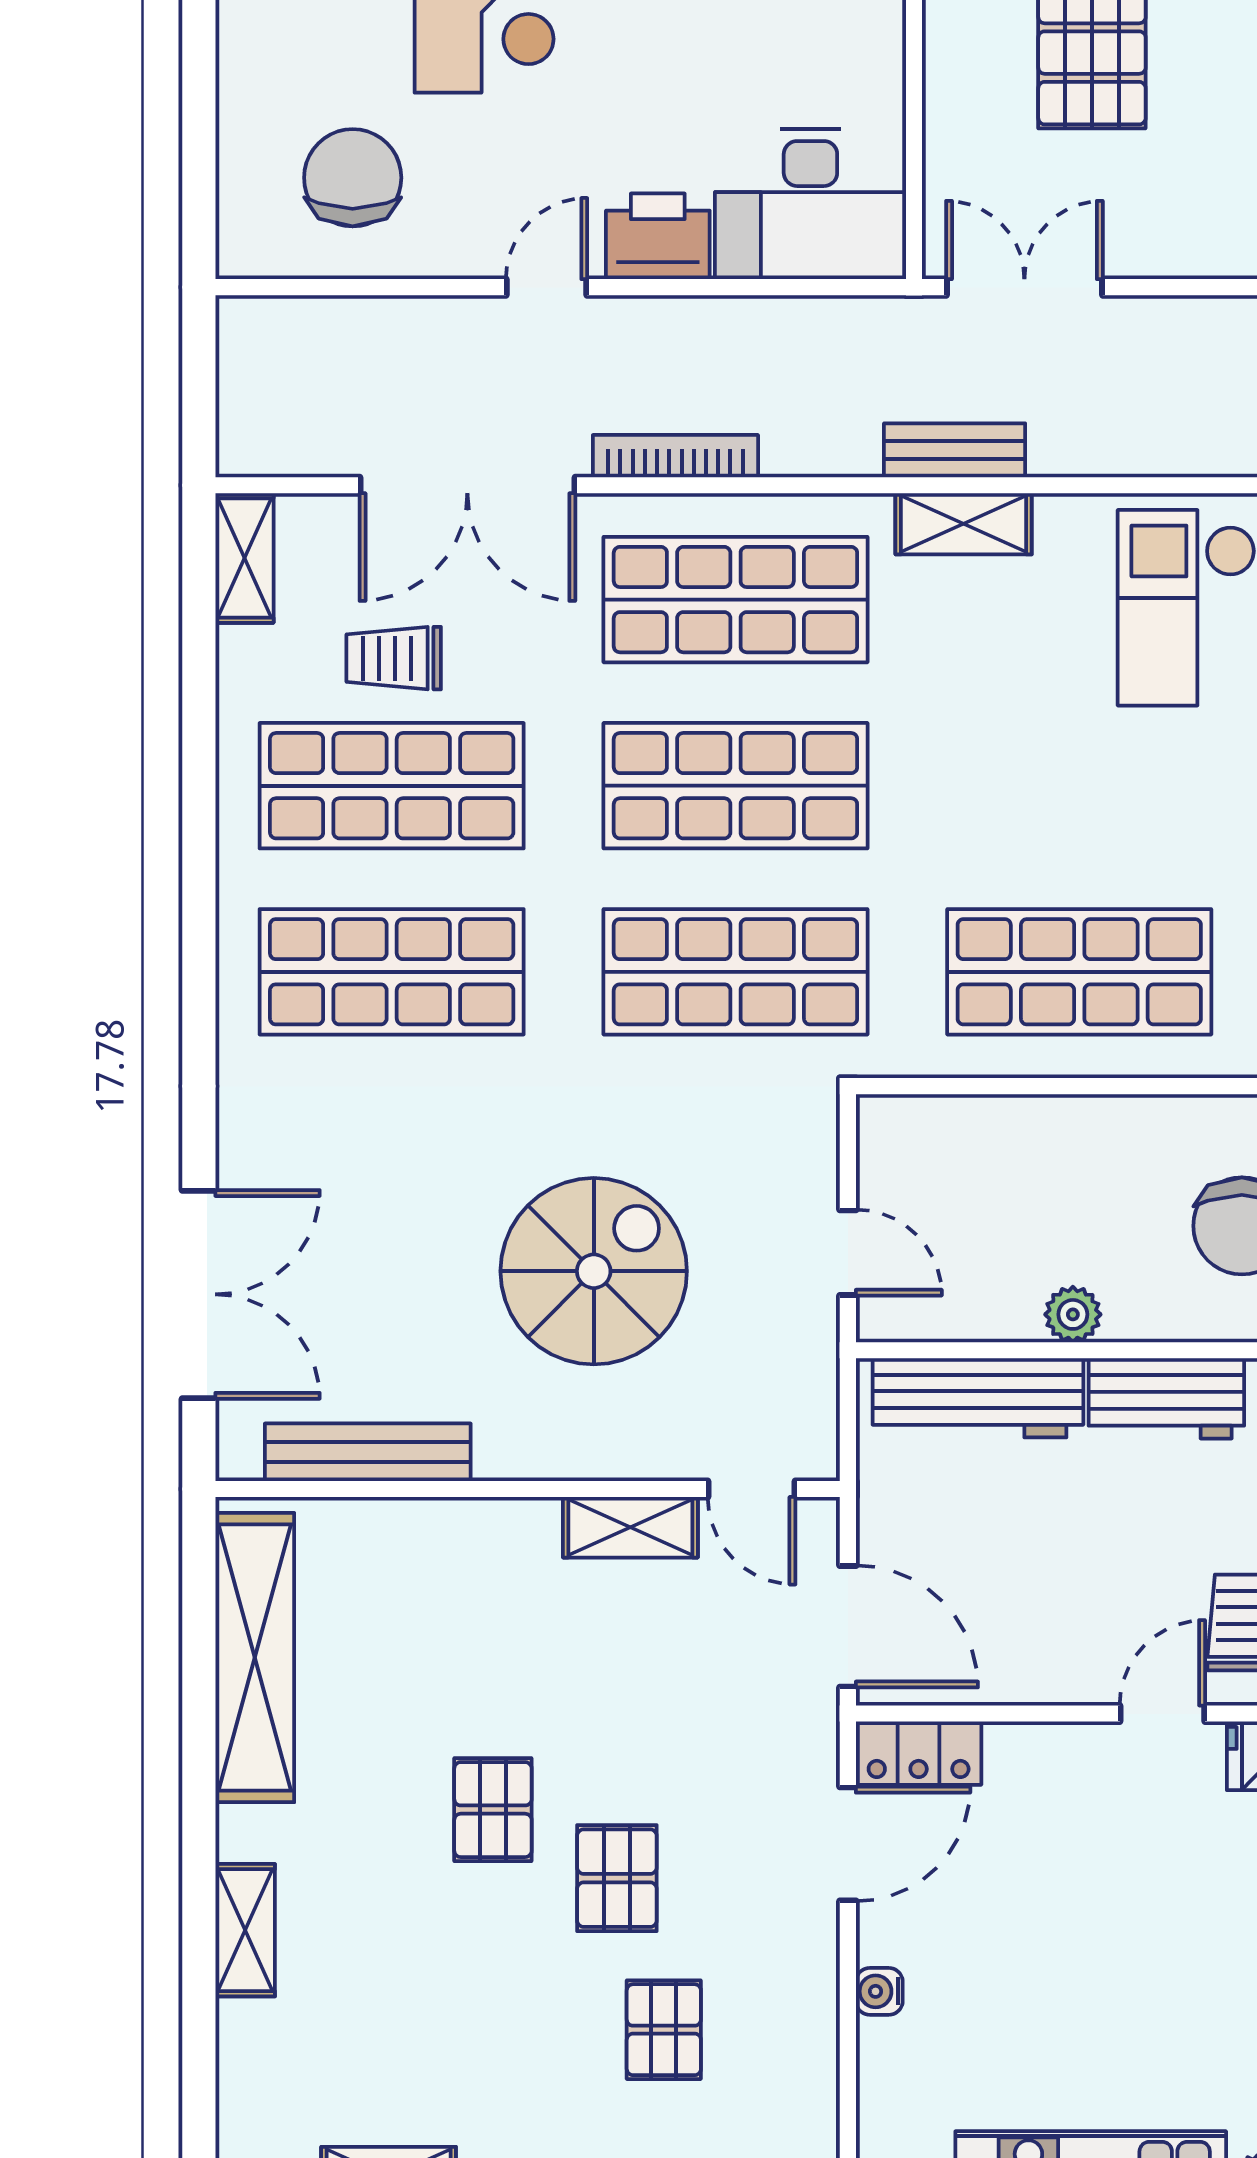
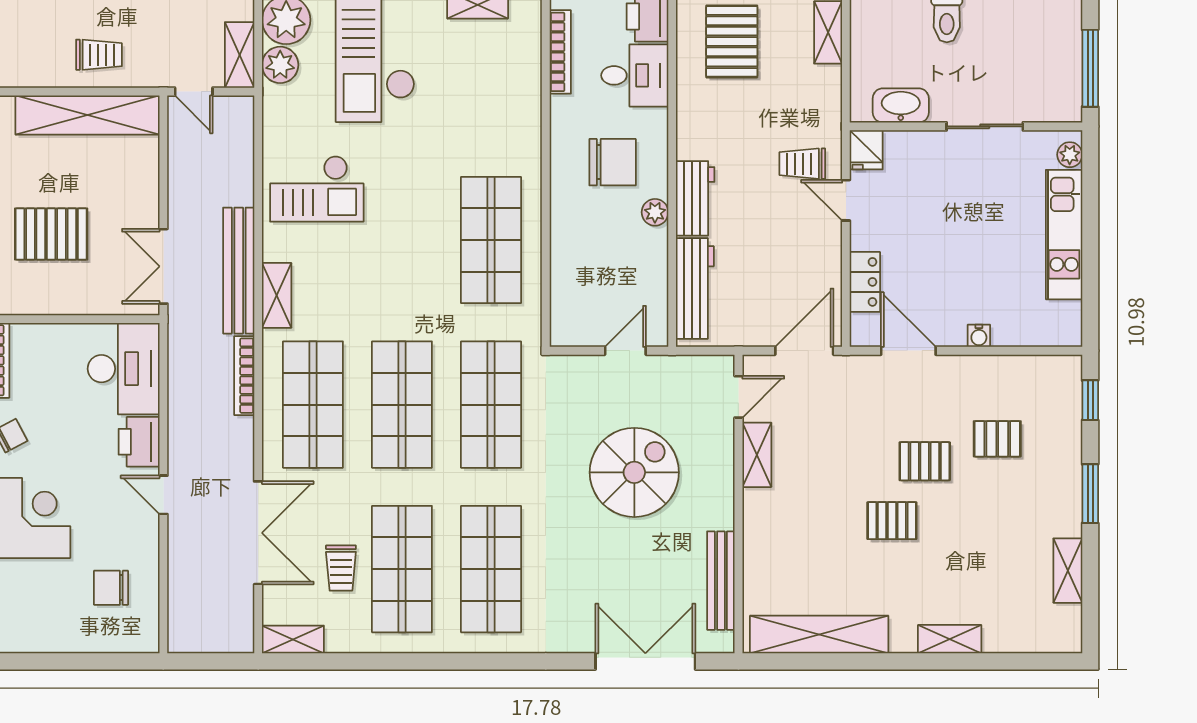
chair: (353, 178) -> (111, 588), width x0.73, depth x0.73
bench: (955, 450) -> (239, 271), width x1.86, depth x1.21
bookcase: (675, 456) -> (244, 376), moved
spiral stairs: (594, 1271) -> (634, 472), turned 90
plant: (1073, 1314) -> (655, 212), moved
locker: (919, 1753) -> (865, 282), moved

